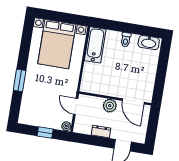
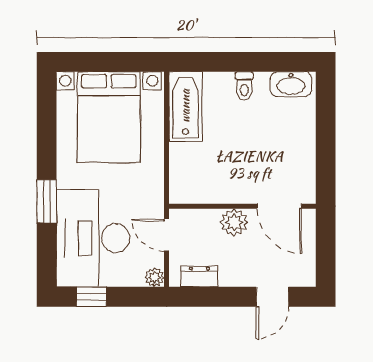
desk: (39, 102) -> (93, 238), added
dresser: (101, 132) -> (199, 277), moved
window: (45, 133) -> (91, 297), moved

